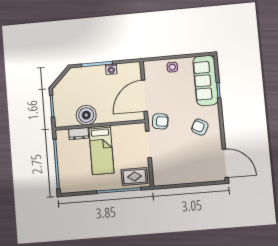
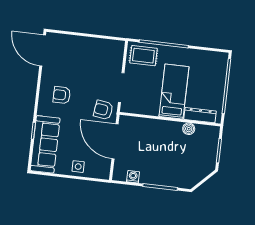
washing machine: (111, 69) -> (133, 177), moved
door: (144, 96) -> (115, 141), swing flipped
boiler: (86, 115) -> (189, 129), width x0.54, depth x0.54
armchair: (200, 127) -> (62, 95), turned 152
dresser: (79, 134) -> (200, 115), width x1.44

